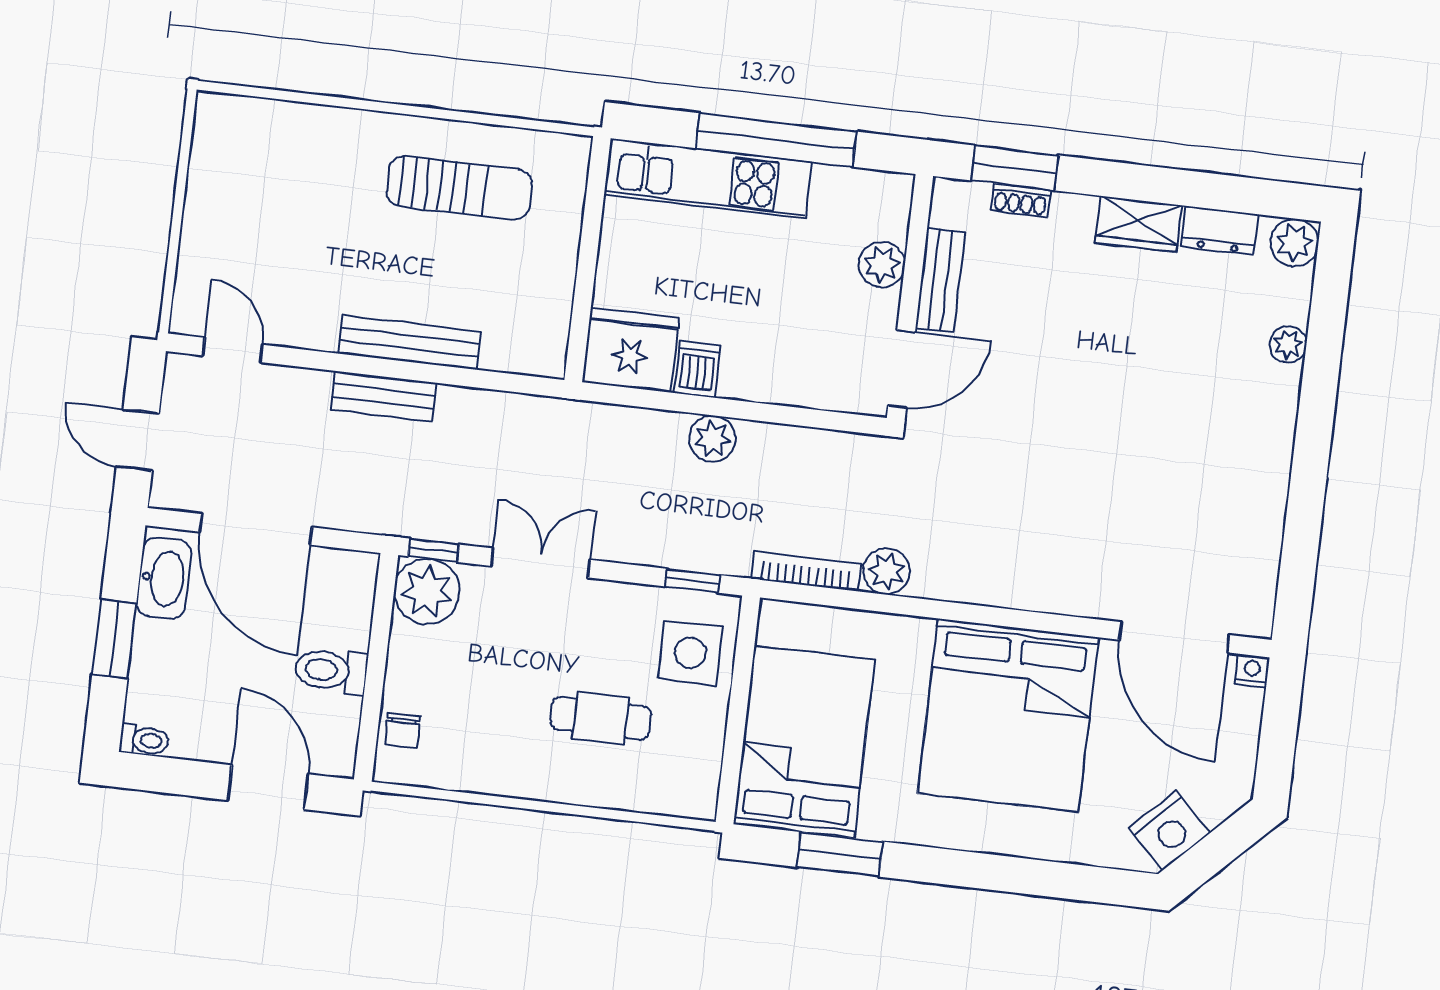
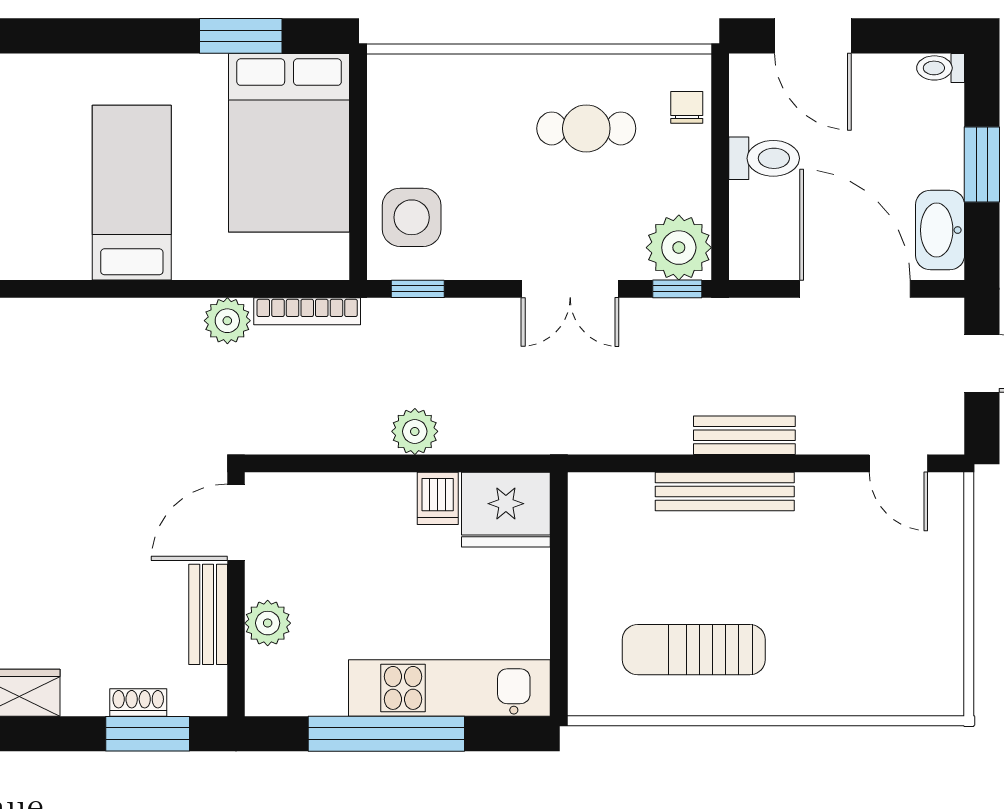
bed: (1008, 715) -> (132, 193), width x0.49
cafe table: (601, 718) -> (586, 128), moved

